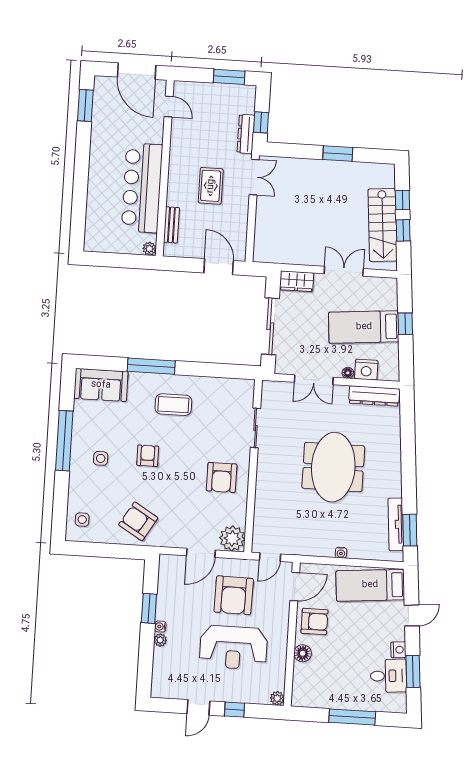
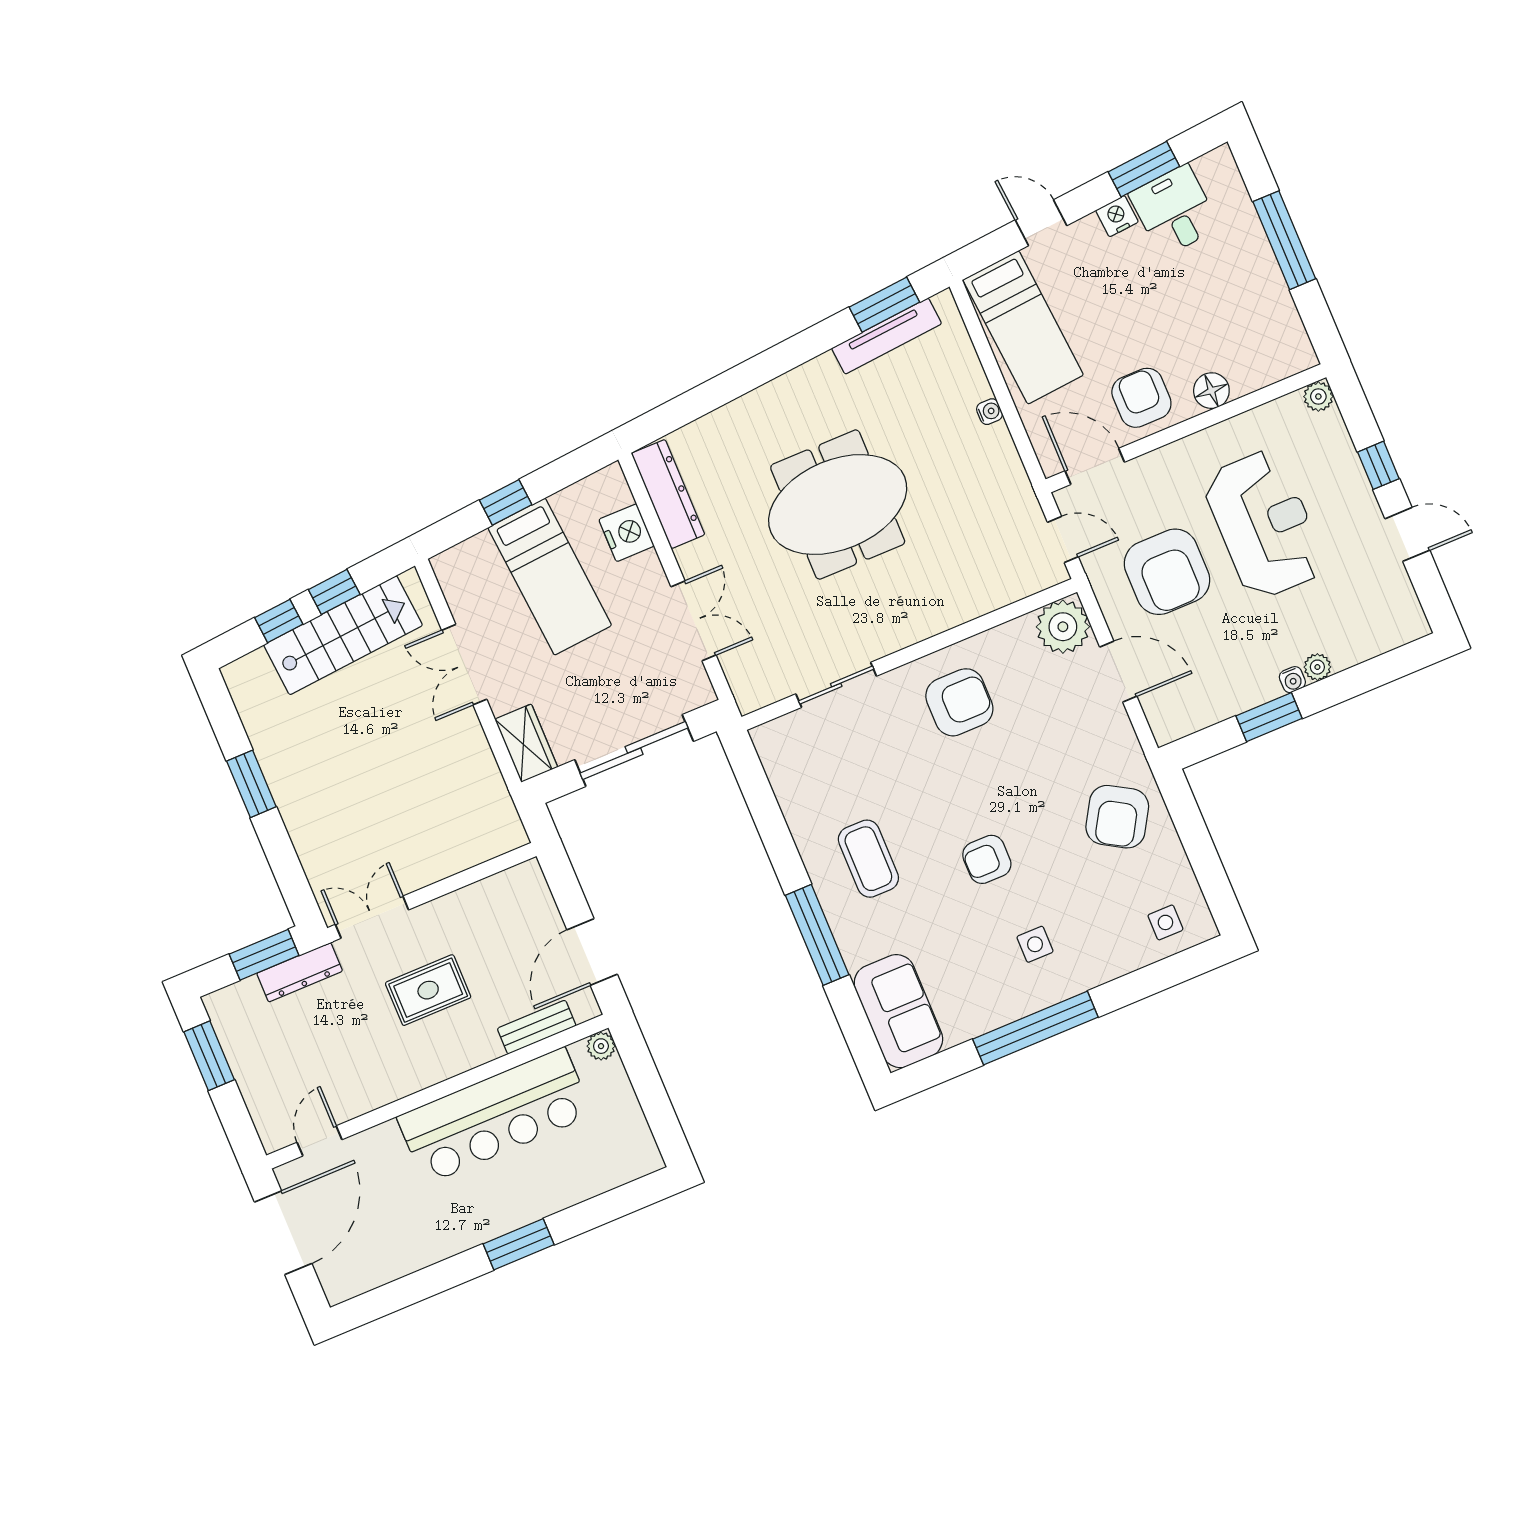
window: (85, 105) -> (519, 1244), moved
window: (261, 122) -> (264, 955), width x1.50
door: (219, 267) -> (592, 952), moved
floor lamp: (348, 373) -> (649, 564), removed
armchair: (234, 595) -> (1167, 572), turned 89

